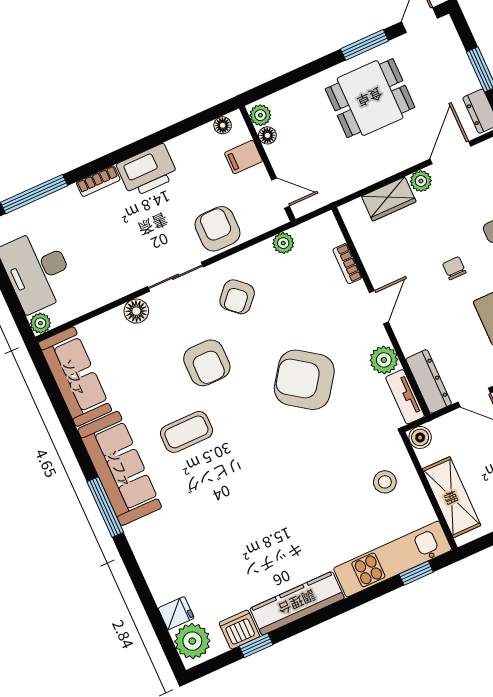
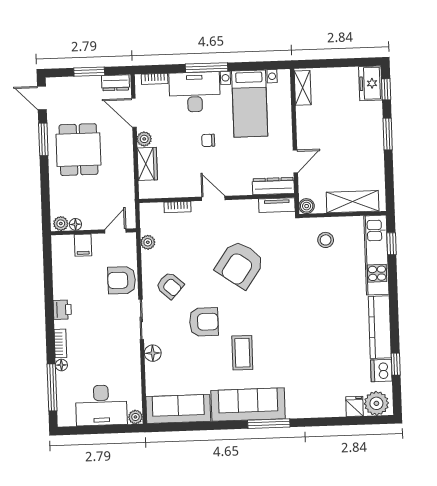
floor lamp: (223, 125) -> (61, 365), moved
printer: (147, 171) -> (62, 310), width x0.53, depth x0.68
plant: (384, 360) -> (248, 209), removed

